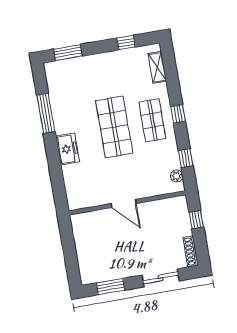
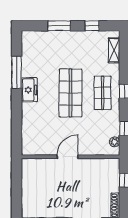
window: (68, 53) -> (59, 26), moved
freezer: (68, 149) -> (29, 90), moved
door: (124, 203) -> (67, 157), swing flipped

